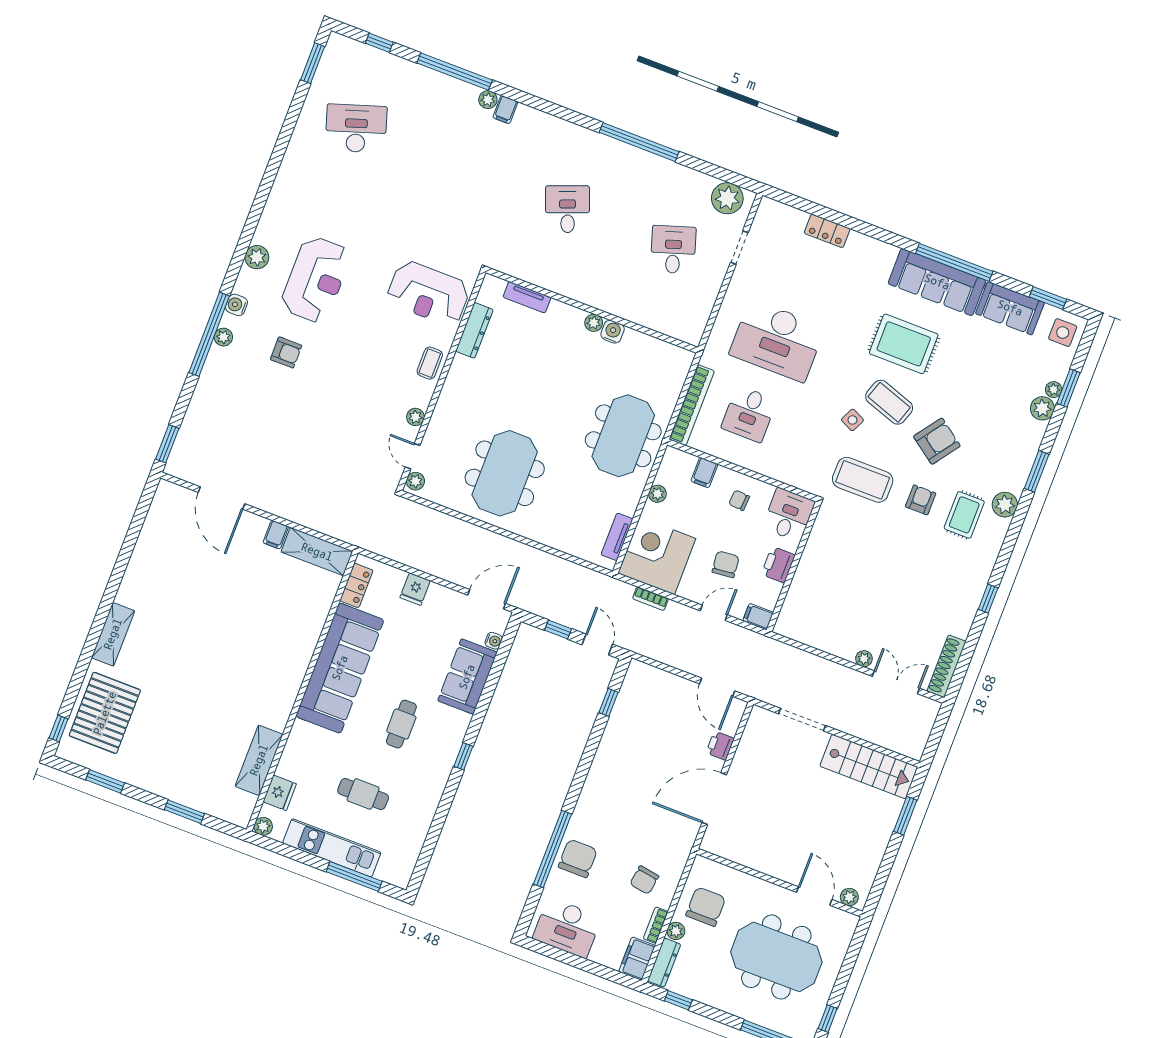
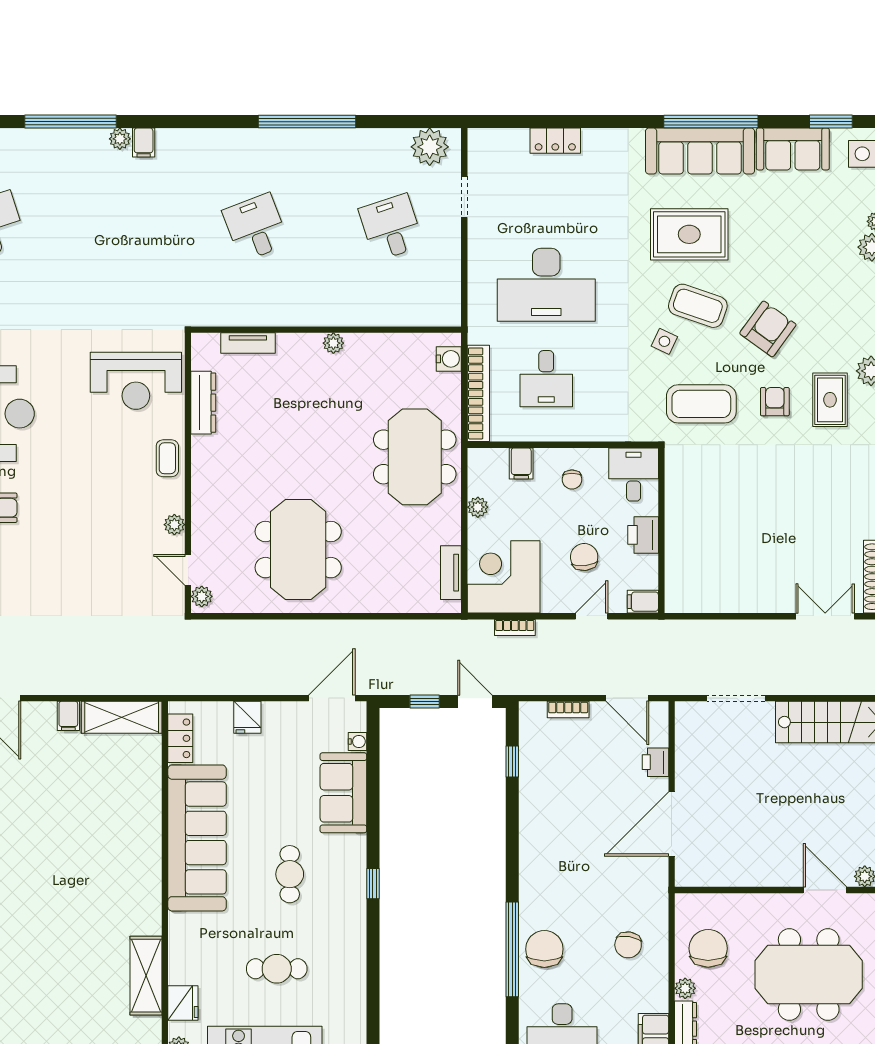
water cooler: (613, 332) -> (449, 359), moved, turned 90
chair: (739, 500) -> (572, 480), turned -94
plant: (864, 659) -> (779, 603), removed
bookcase: (656, 925) -> (568, 710), moved, turned -90

